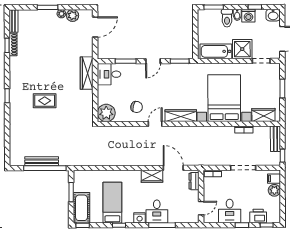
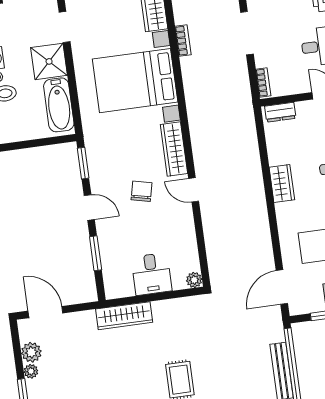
desk: (109, 74) -> (151, 274), moved
chair: (137, 107) -> (142, 191), moved
plant: (106, 113) -> (194, 280), width x0.53, depth x0.53
door: (173, 168) -> (282, 287), moved

